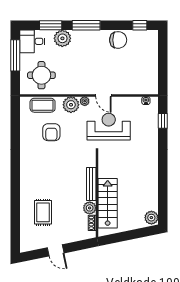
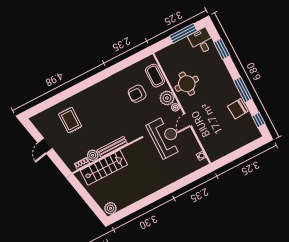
window: (86, 25) -> (243, 90), moved
plant: (62, 38) -> (216, 64), removed
chair: (118, 40) -> (238, 109), turned 86
round table: (41, 75) -> (187, 84), moved
window: (163, 121) -> (192, 177), removed
rug: (43, 212) -> (70, 120), turned 90

